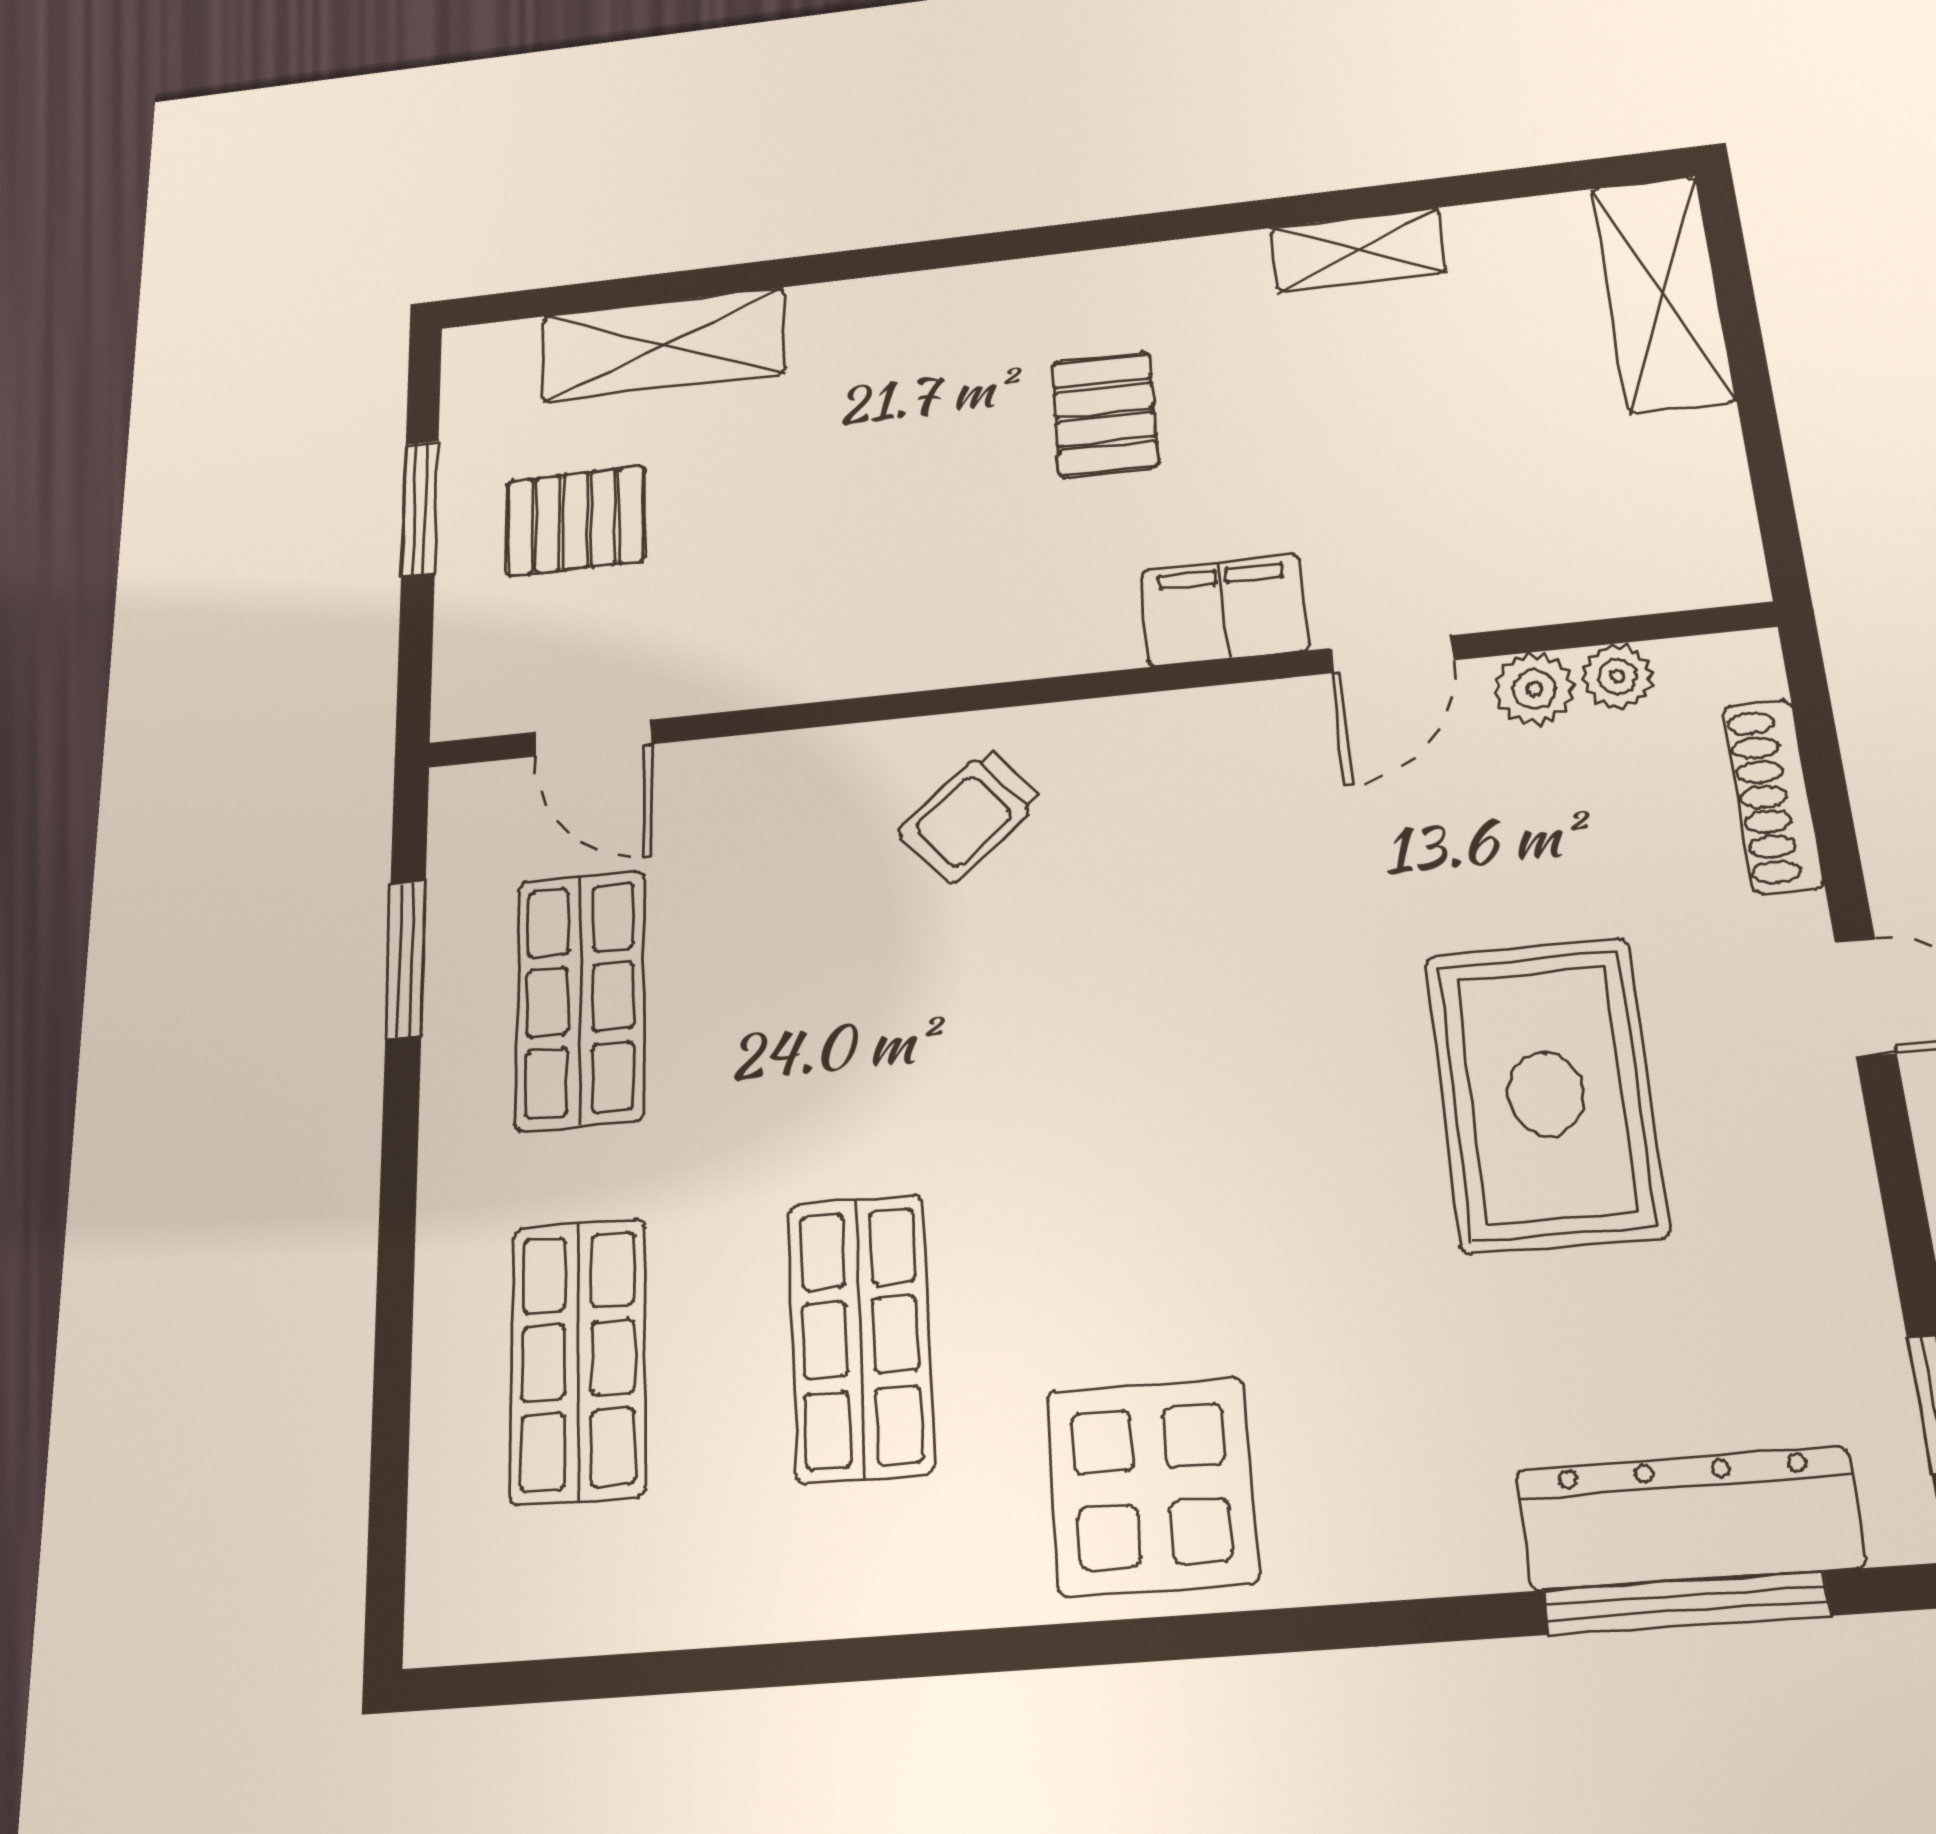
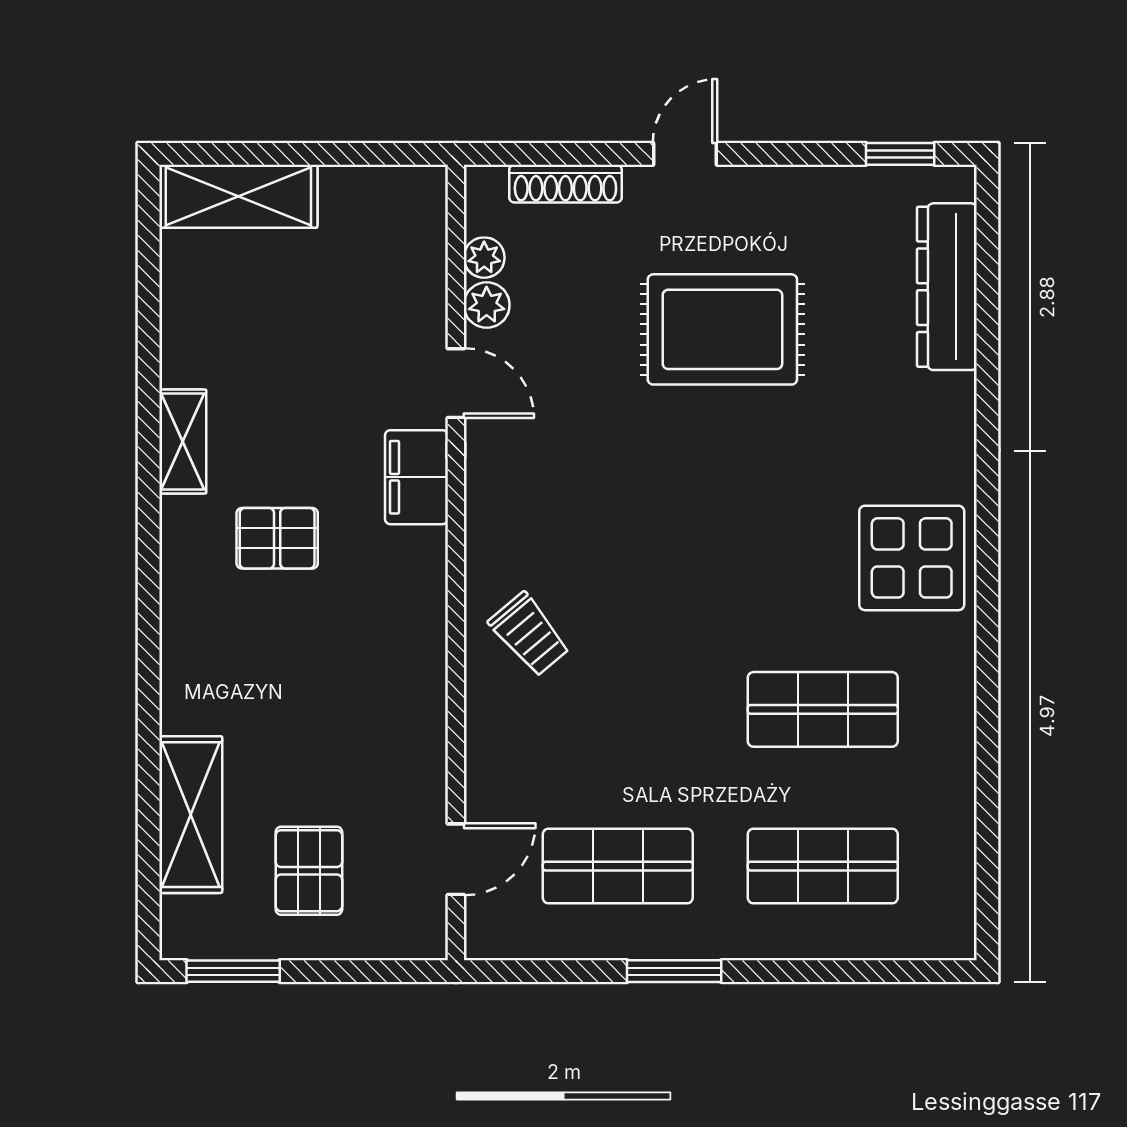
shelving: (1358, 250) -> (183, 441), moved
window: (420, 509) -> (233, 971), moved
window: (406, 959) -> (674, 971), moved
window: (1686, 1603) -> (987, 295), removed

